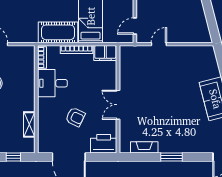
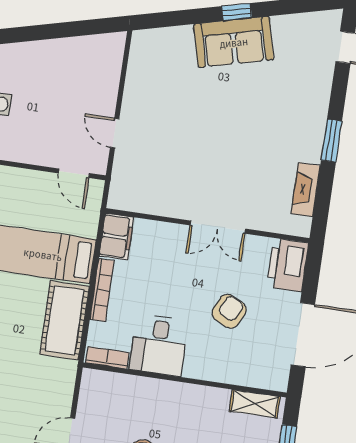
shelving: (29, 124) -> (255, 404), moved

